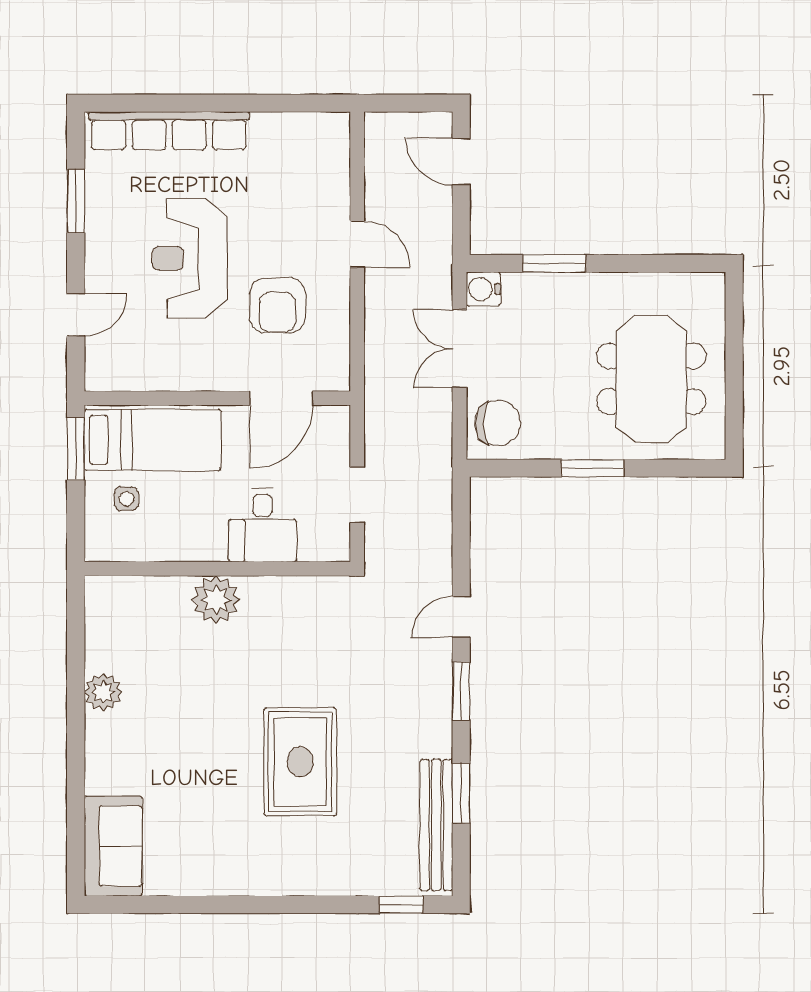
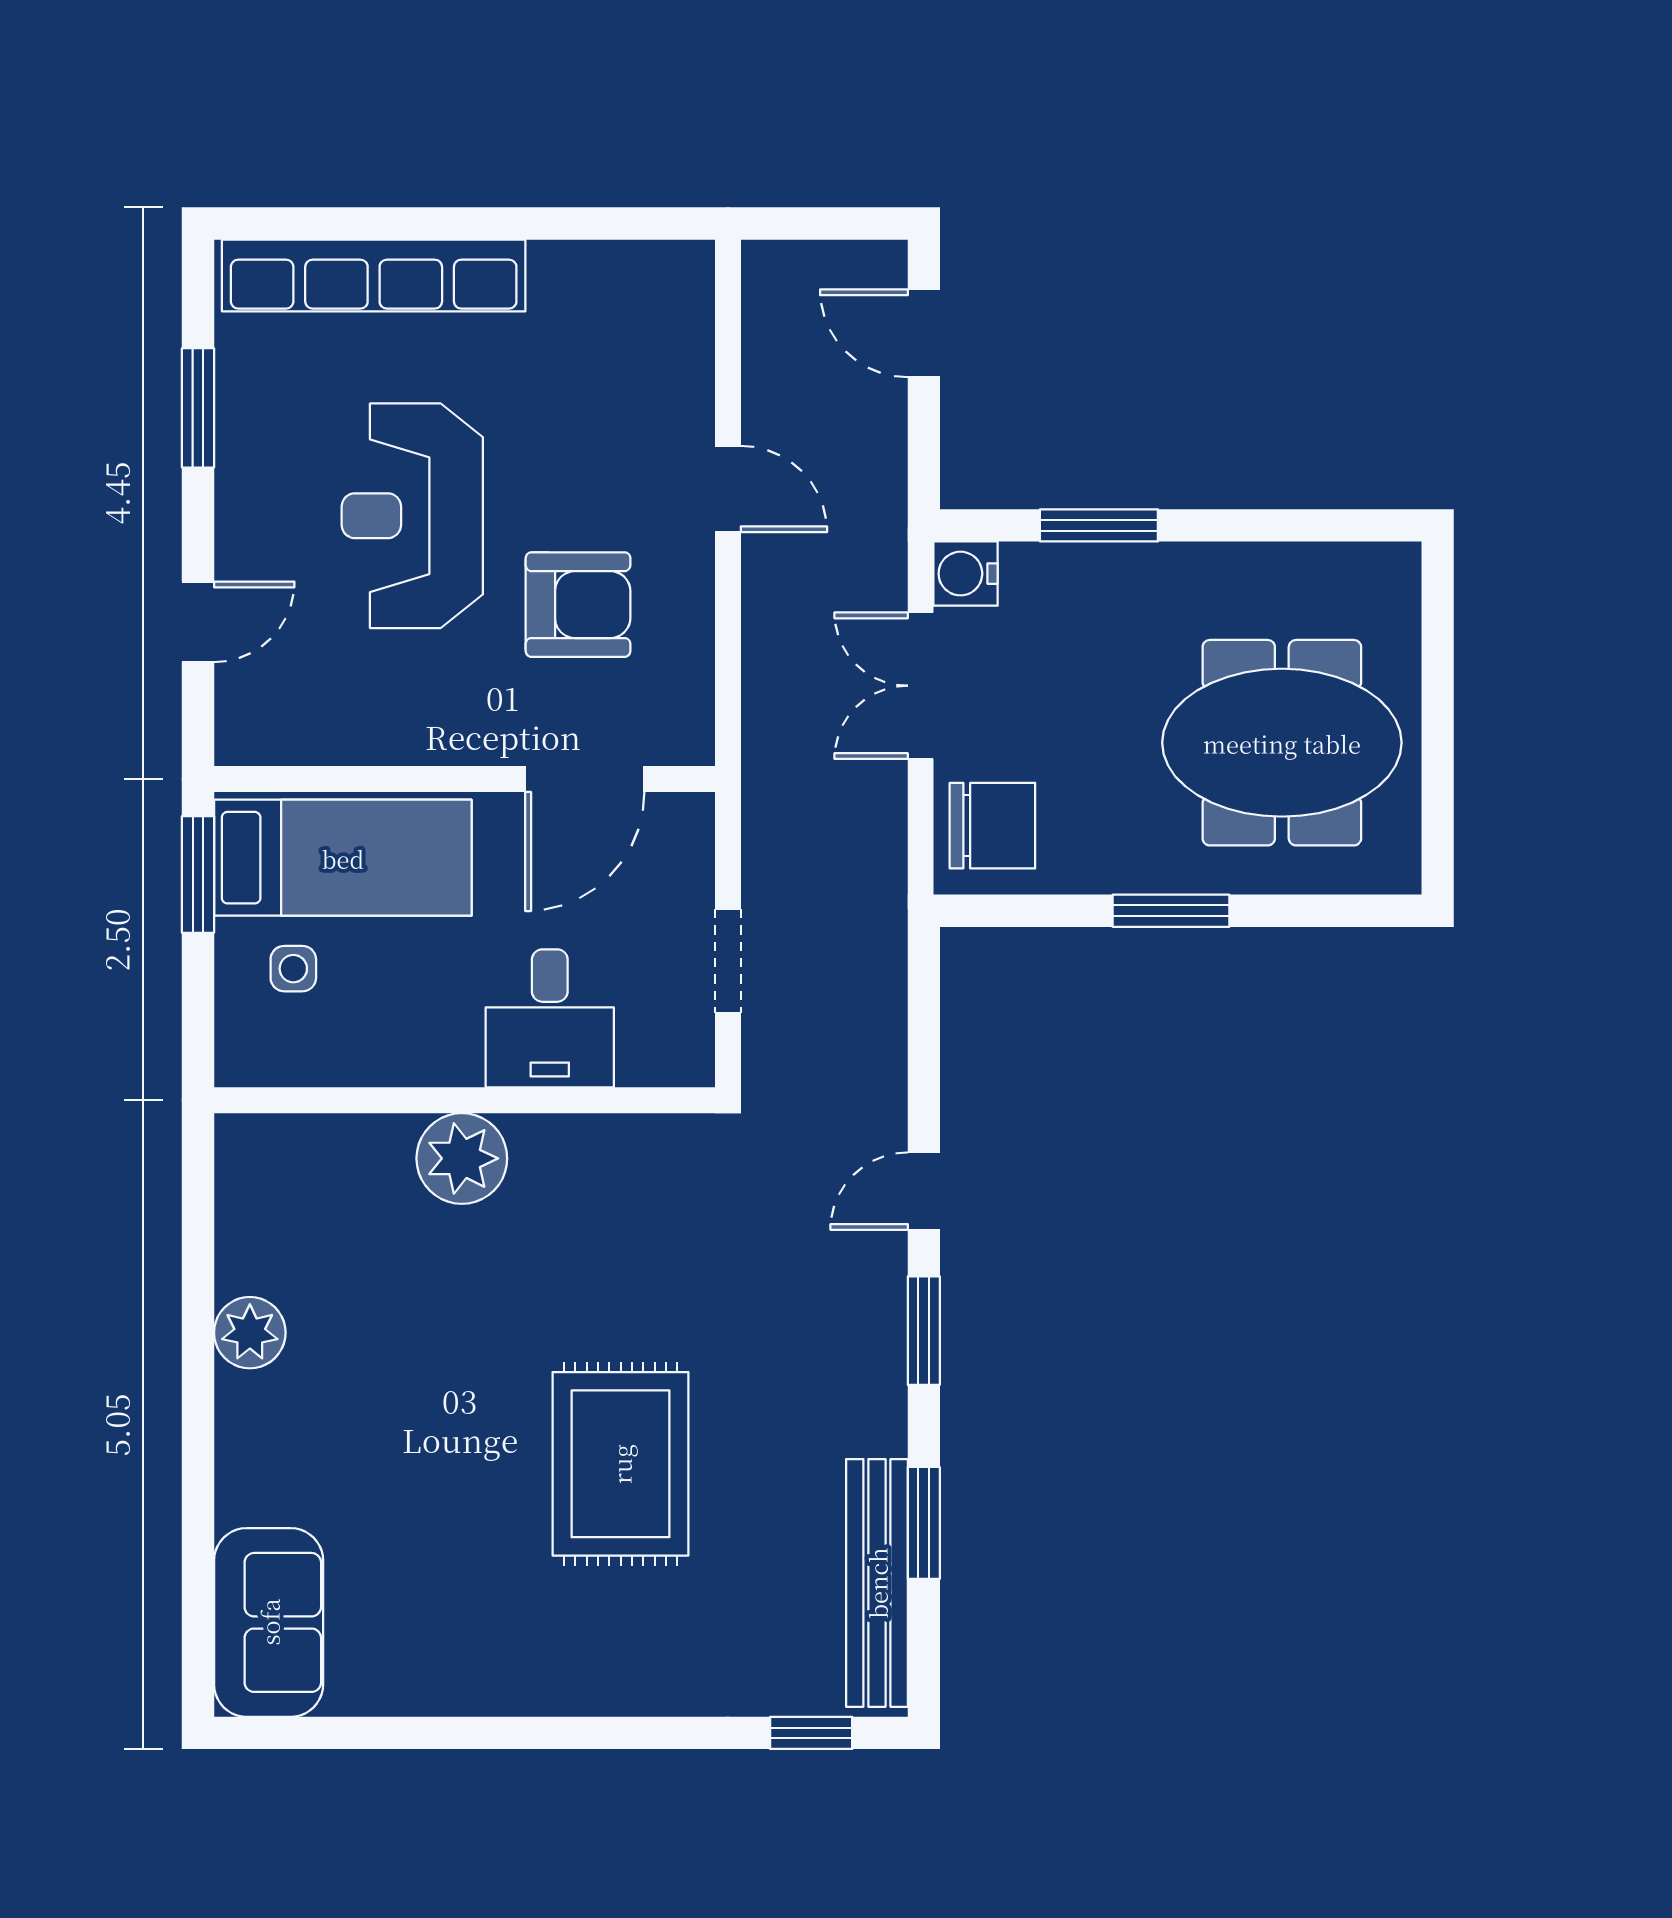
armchair: (278, 305) -> (578, 605), turned -90
meeting table: (651, 379) -> (1282, 743), turned 90

